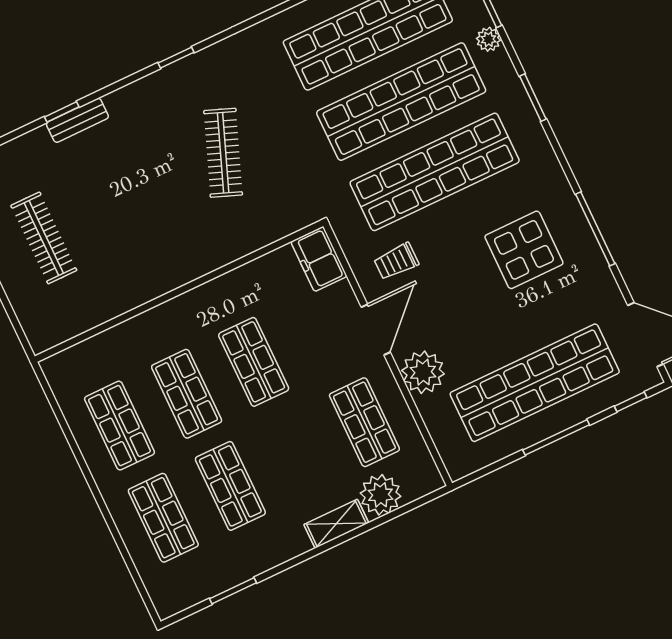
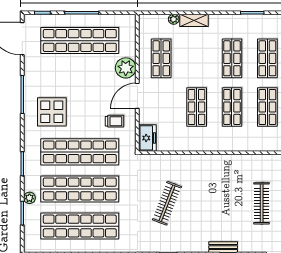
display table: (524, 250) -> (52, 112), moved
plant: (380, 495) -> (174, 19), width x0.53, depth x0.53

